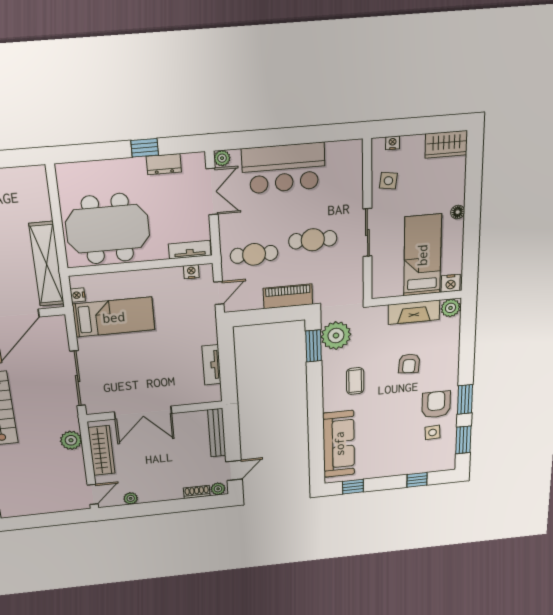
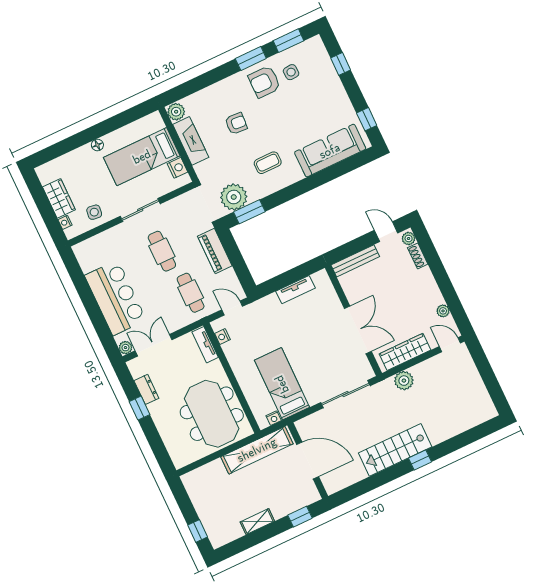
wardrobe: (446, 144) -> (59, 198), moved
nightstand: (451, 283) -> (177, 168), moved

